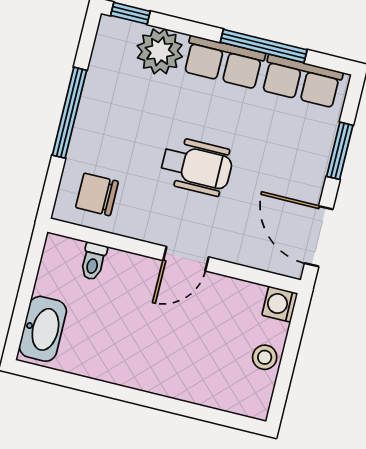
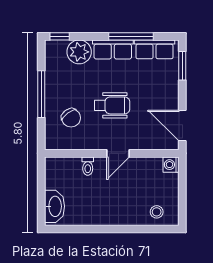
window: (340, 151) -> (182, 66), moved
chair: (97, 194) -> (71, 118), moved, turned -126
toilet: (93, 261) -> (88, 166), moved
stool: (265, 357) -> (157, 212), moved

